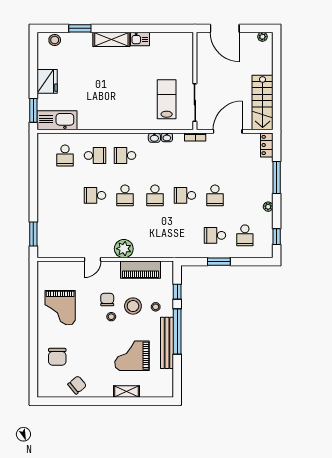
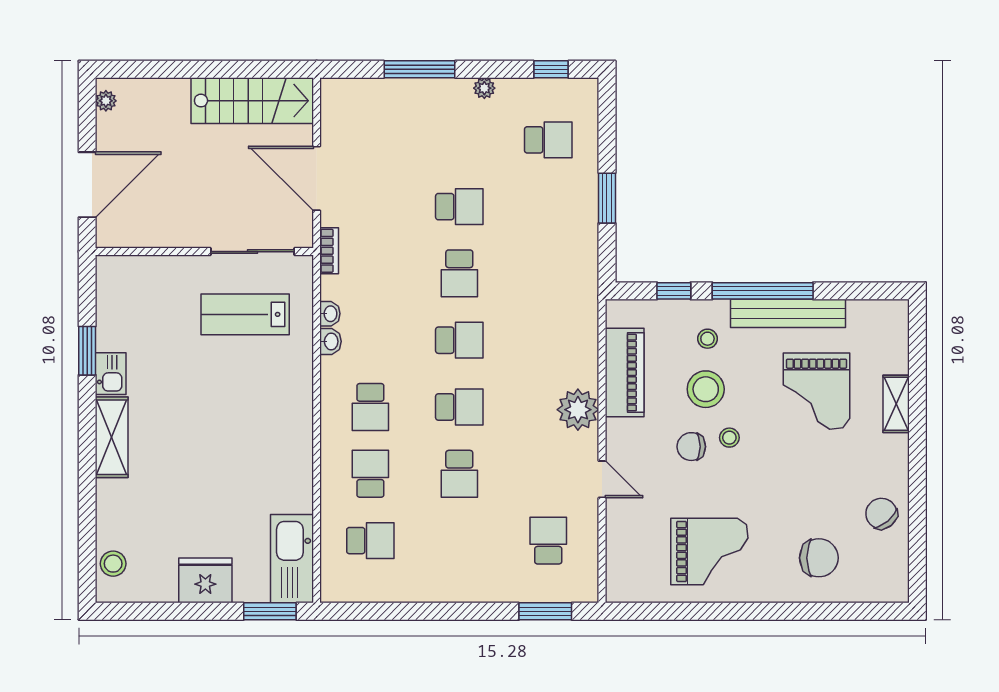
window: (80, 28) -> (87, 351), moved
locker: (267, 145) -> (347, 91), removed
school desk: (215, 235) -> (548, 541), moved, turned 180

